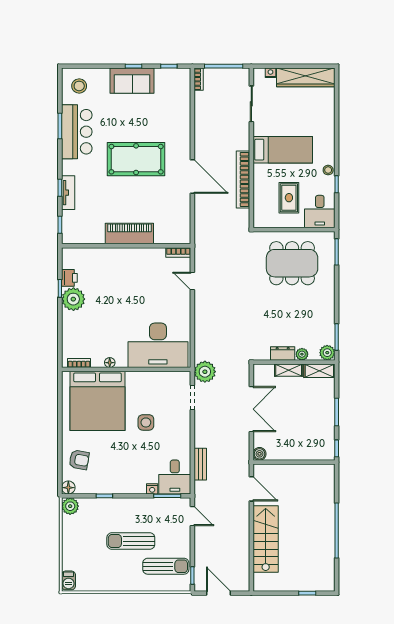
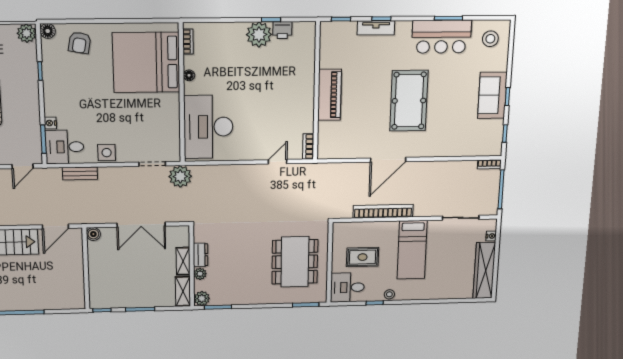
side table: (146, 422) -> (107, 153), moved

